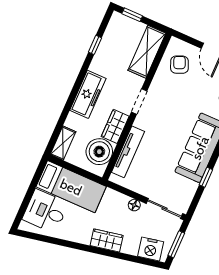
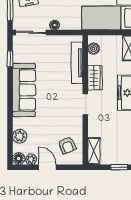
shelving: (147, 52) -> (94, 151), width x0.67, depth x0.75
boiler: (99, 152) -> (94, 49), width x0.54, depth x0.54
window: (206, 177) -> (10, 59), moved

